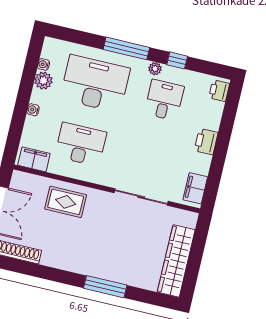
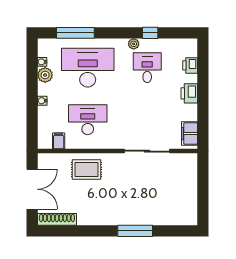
window: (126, 48) -> (75, 33), moved
printer: (219, 91) -> (190, 65), moved
filing cabinet: (34, 159) -> (59, 141), width x0.50
wardrobe: (176, 261) -> (188, 196), removed

